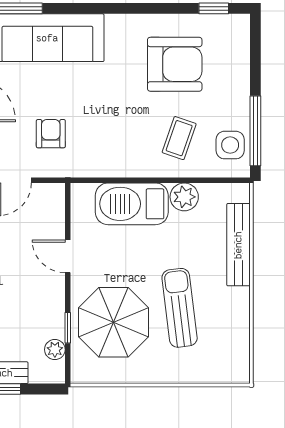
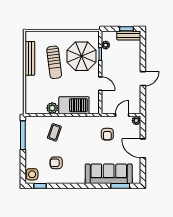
armchair: (175, 64) -> (56, 163), width x0.53, depth x0.53
side table: (230, 145) -> (32, 174), moved
bench: (238, 245) -> (30, 58), moved

